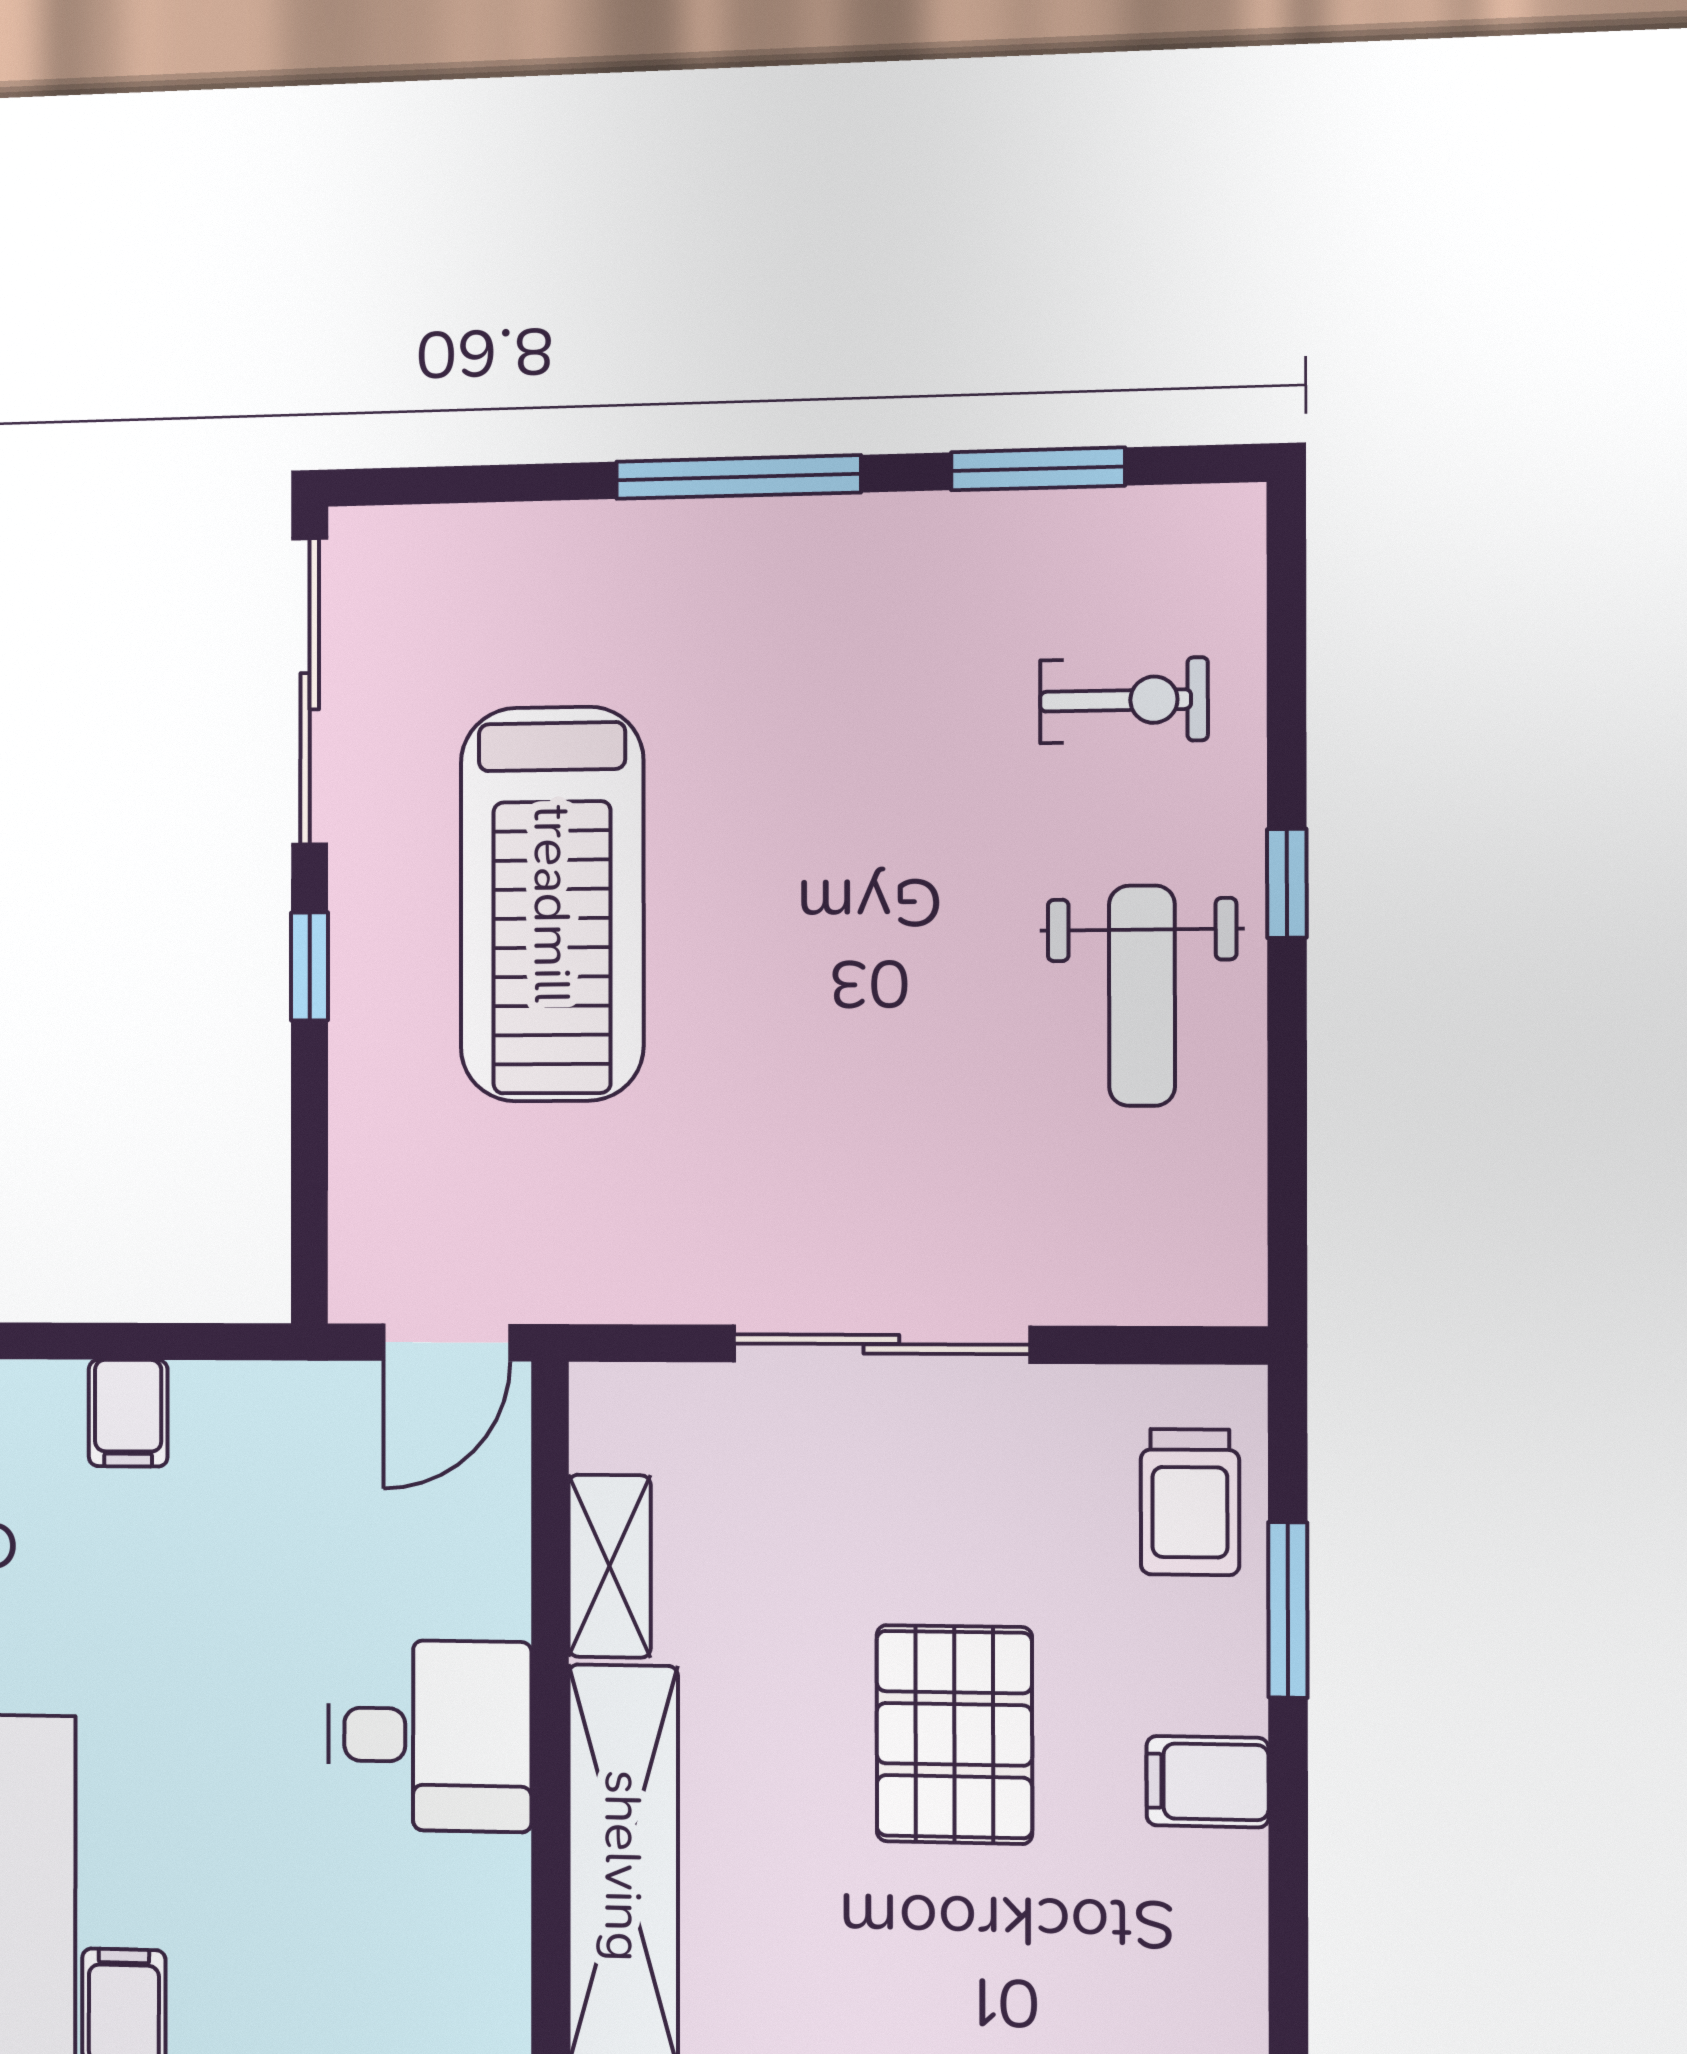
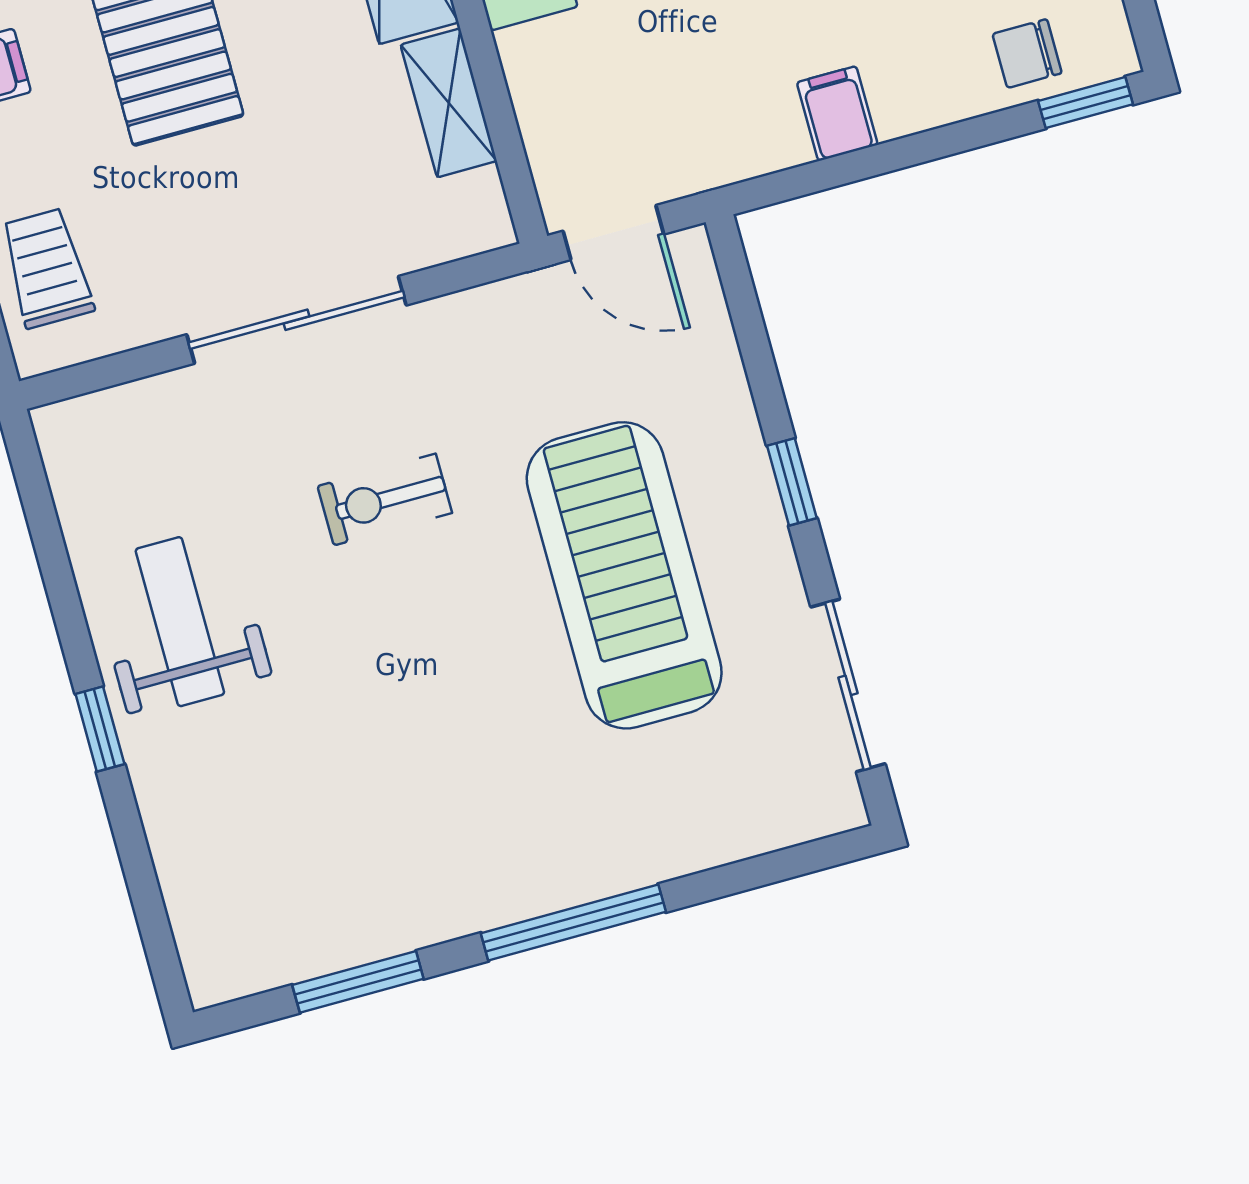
sliding door: (310, 691) -> (848, 685), width x0.73
exercise bike: (1124, 700) -> (385, 500), moved
door: (447, 1343) -> (613, 233), swing flipped

